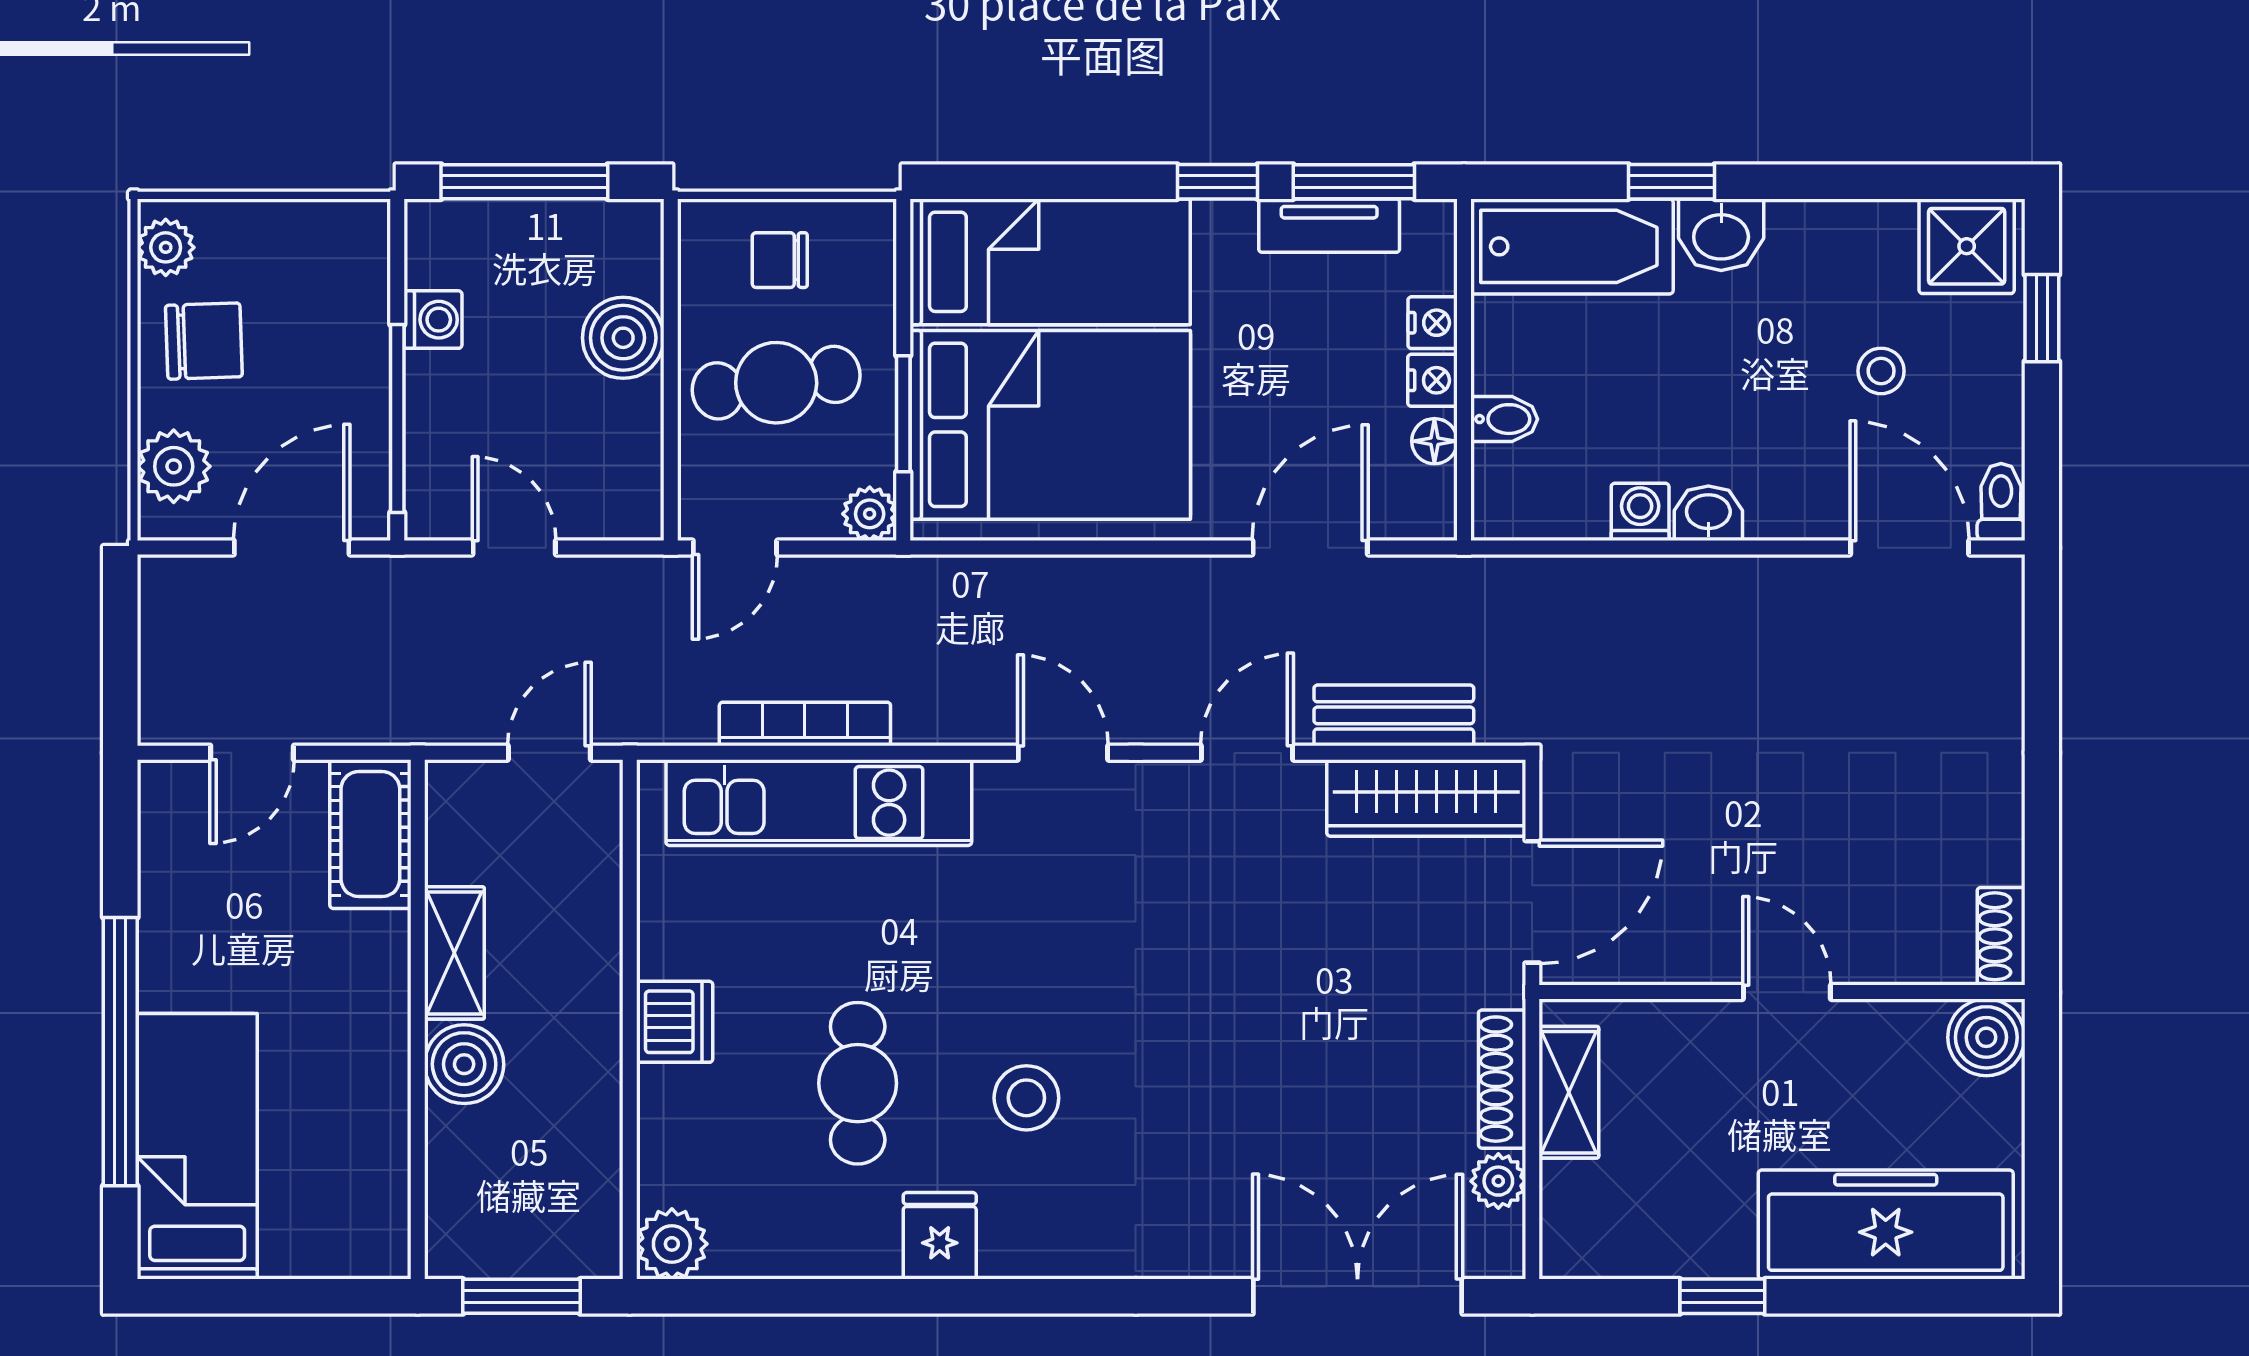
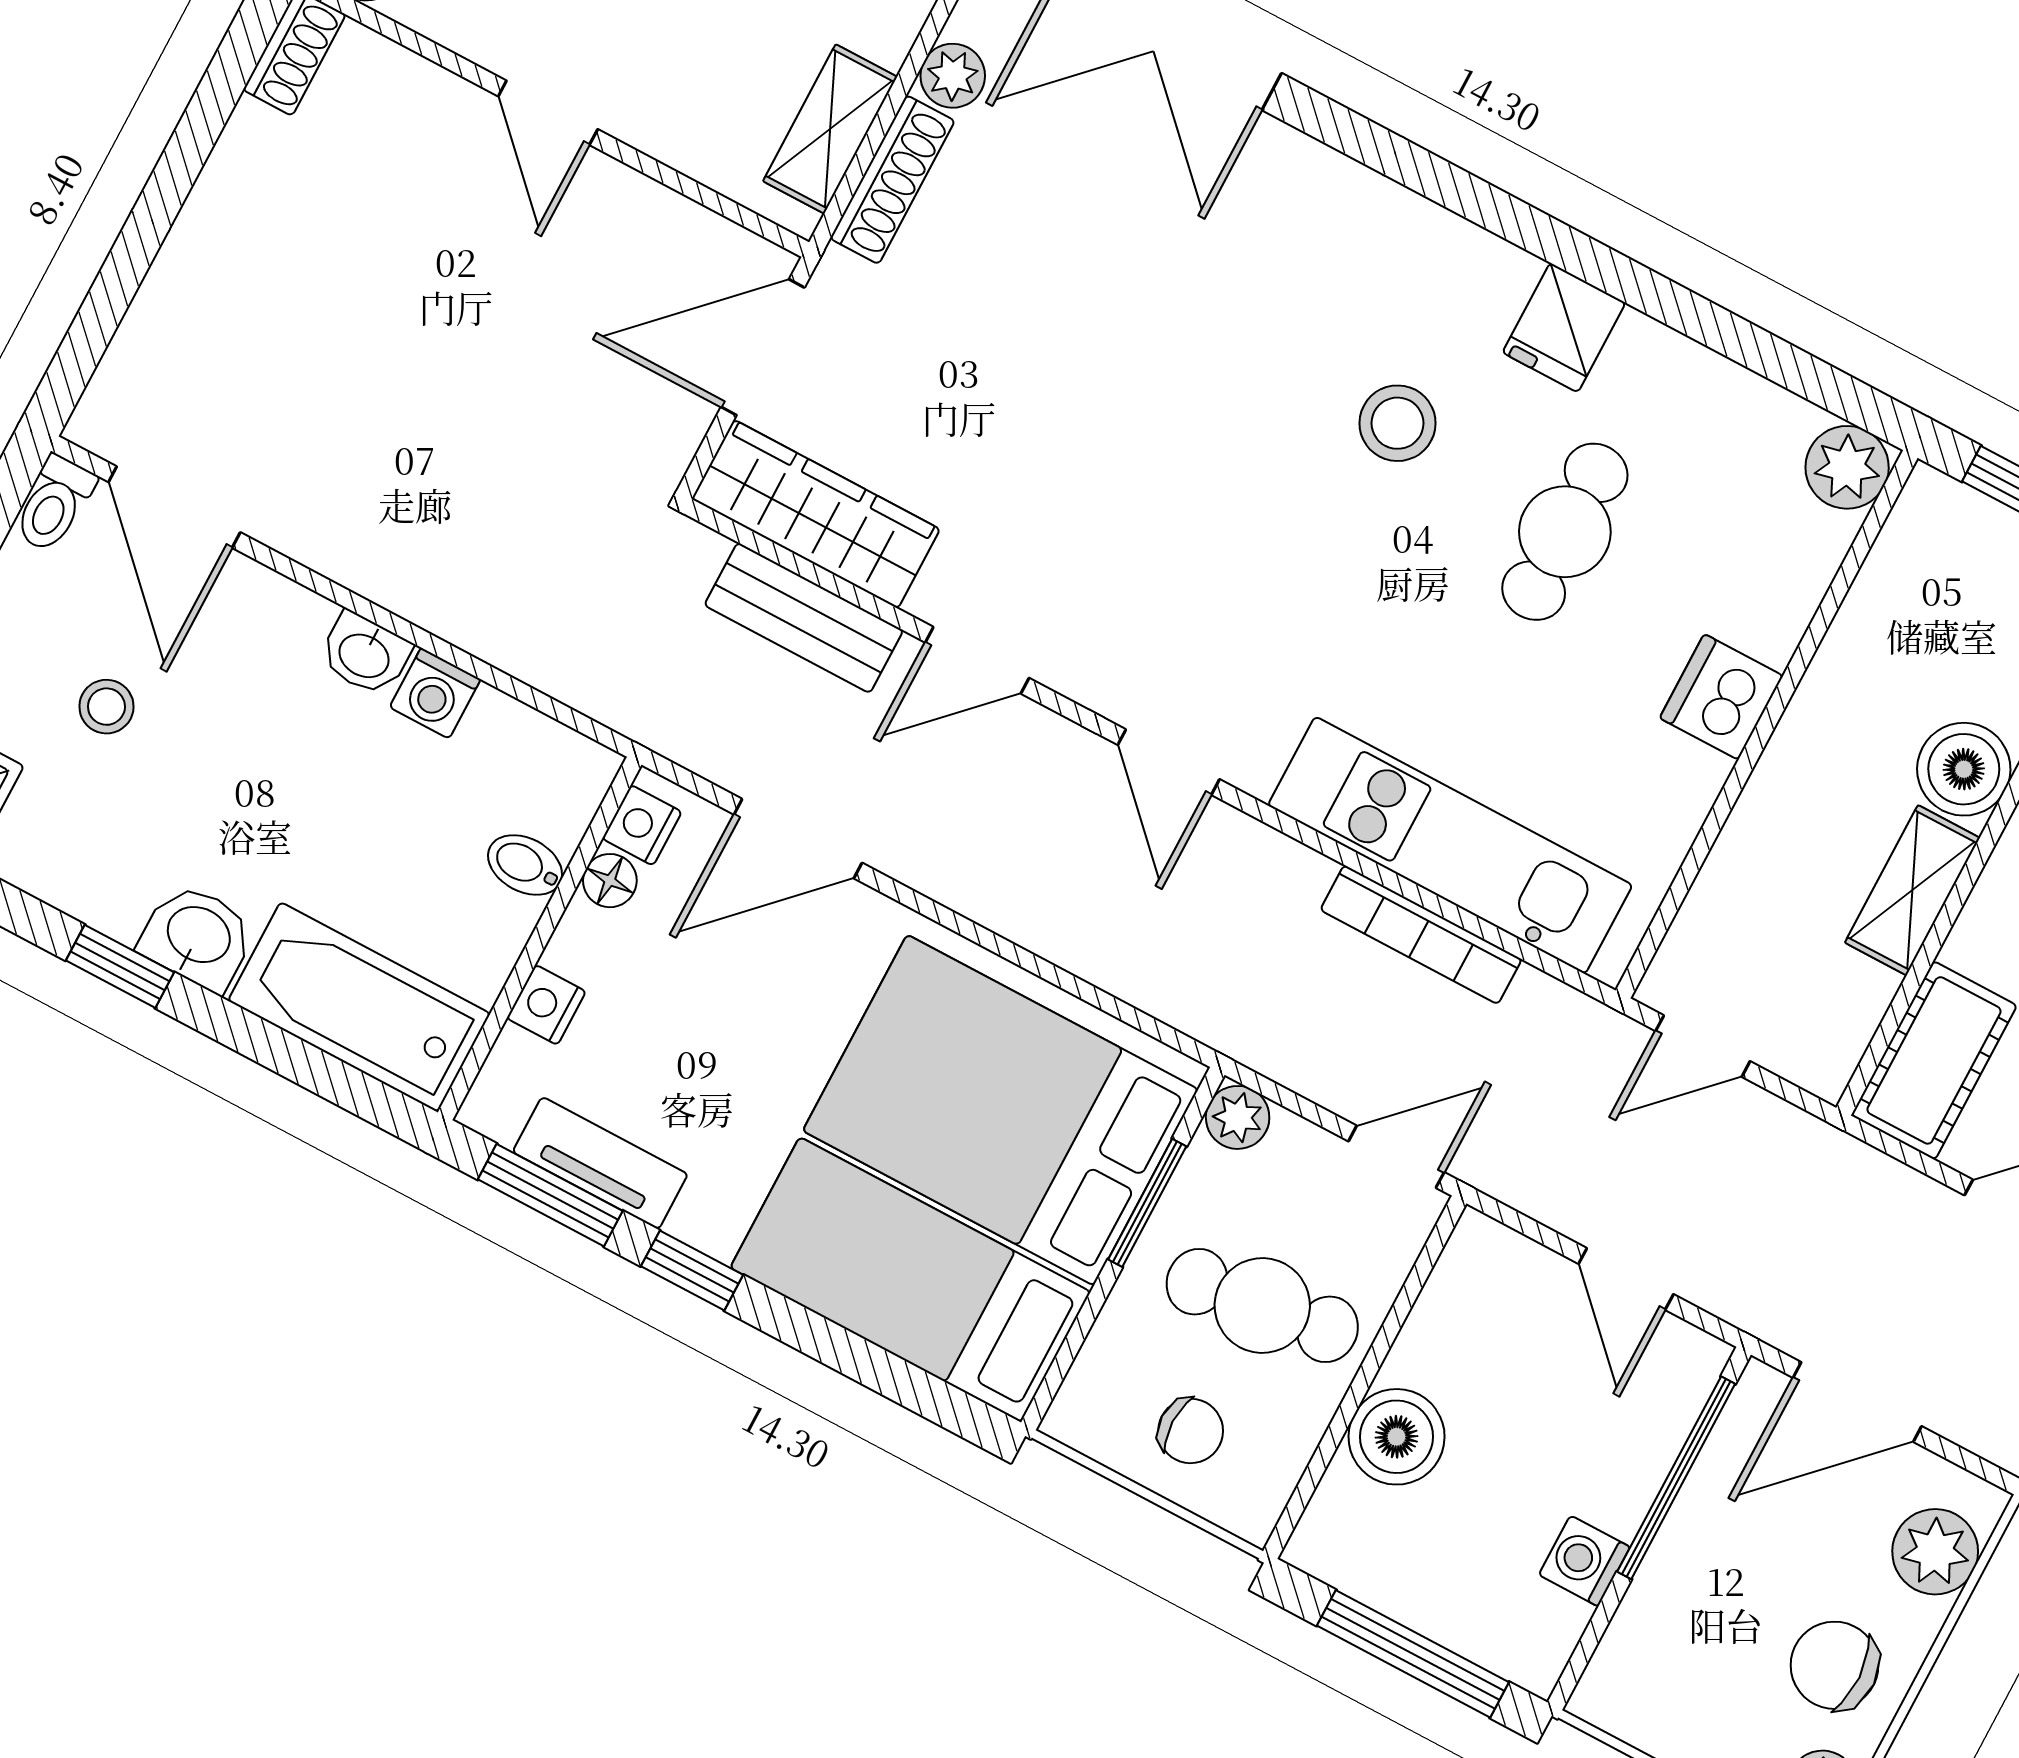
window: (1672, 182) -> (120, 966), moved
nightstand: (1433, 380) -> (642, 825), moved

